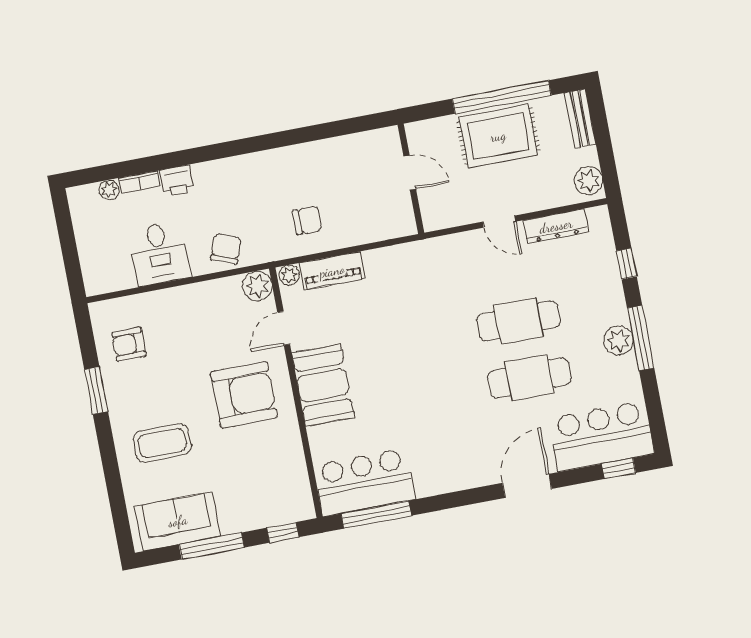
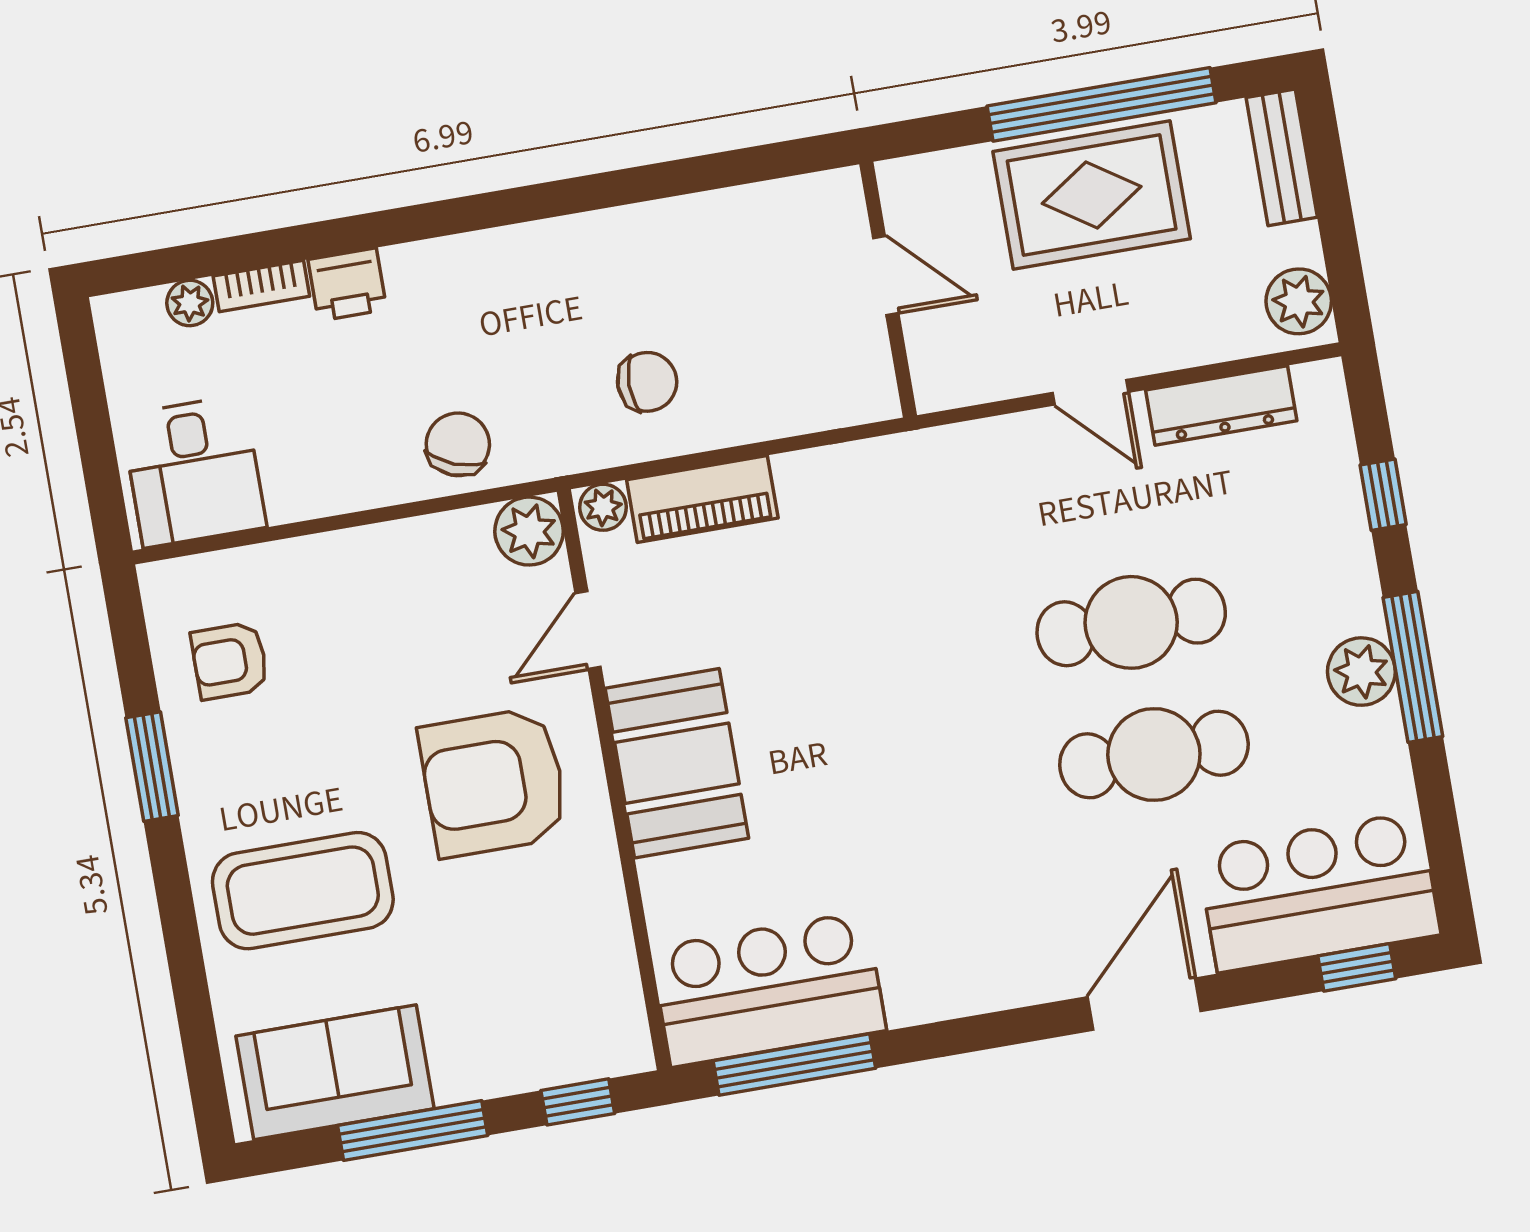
desk: (159, 254) -> (194, 471), moved
armchair: (244, 395) -> (494, 782), turned 180
coffee table: (162, 443) -> (303, 891), width x1.36, depth x1.32

